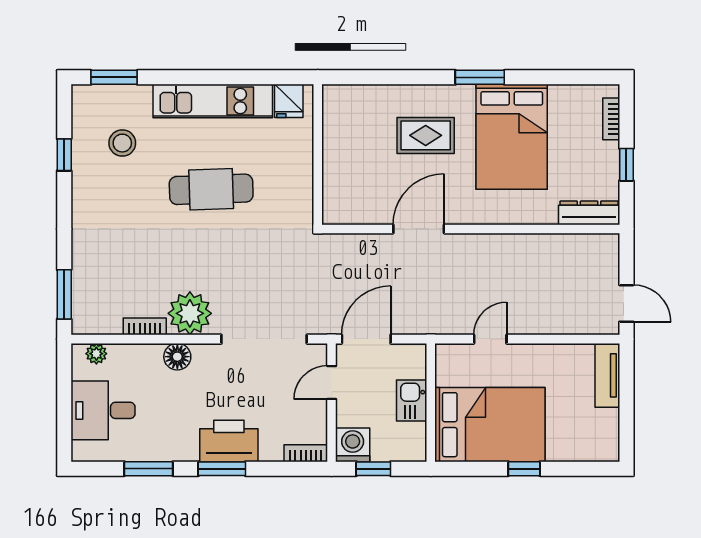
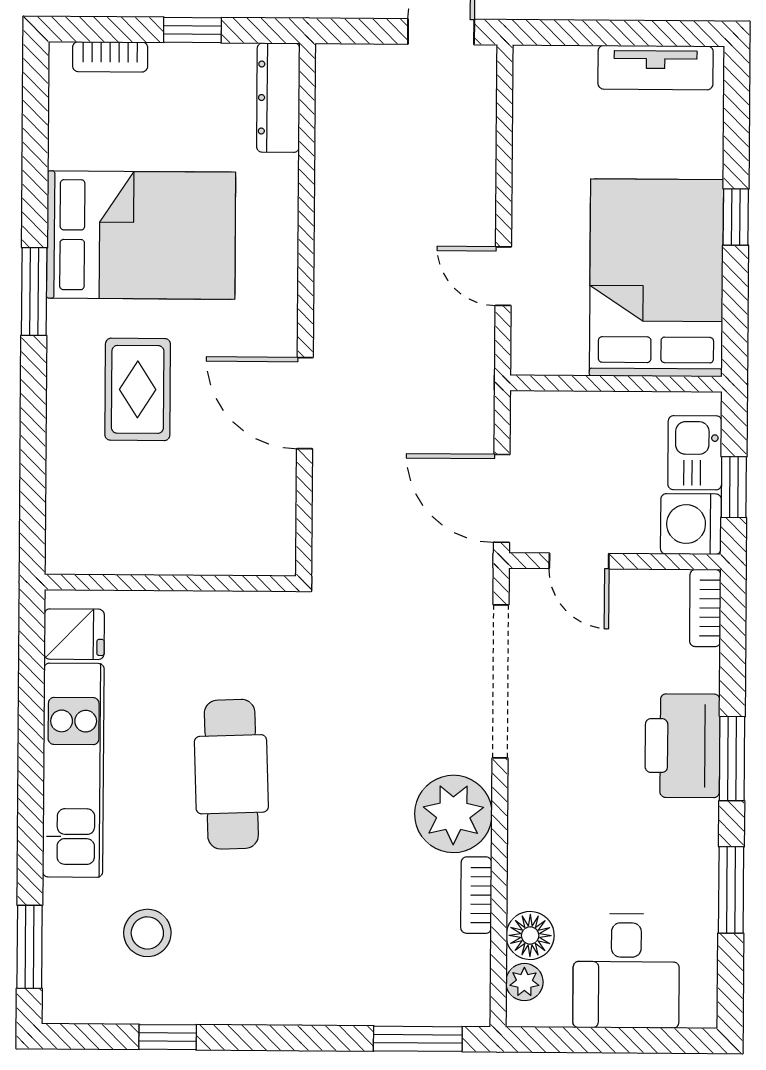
floor lamp: (177, 357) -> (530, 935), moved
tv unit: (607, 375) -> (656, 68), moved
kitchen sink: (412, 400) -> (695, 453), moved, turned 90

